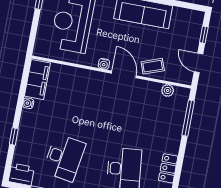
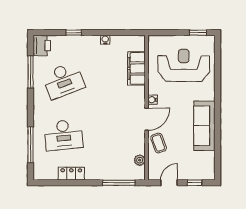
filing cabinet: (37, 80) -> (136, 68), moved, turned 90
desk: (64, 158) -> (63, 80), turned -30

